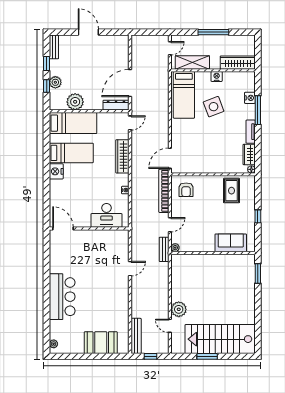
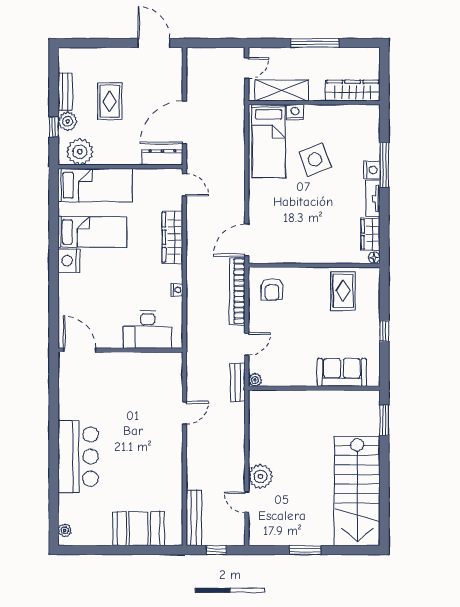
door: (88, 32) -> (154, 43), moved
bench: (54, 47) -> (65, 92), moved
window: (47, 64) -> (54, 92), removed
rug: (82, 69) -> (110, 101), added
nightstand: (217, 77) -> (295, 112), moved
nightstand: (250, 98) -> (372, 170), moved
plant: (75, 102) -> (80, 152), moved
door: (130, 123) -> (184, 185), hinge flipped
stairs: (220, 339) -> (357, 491), moved, turned -90

